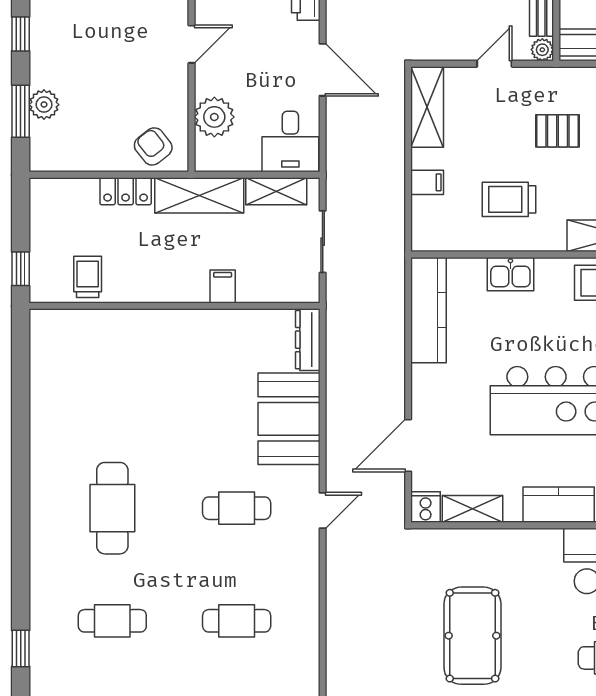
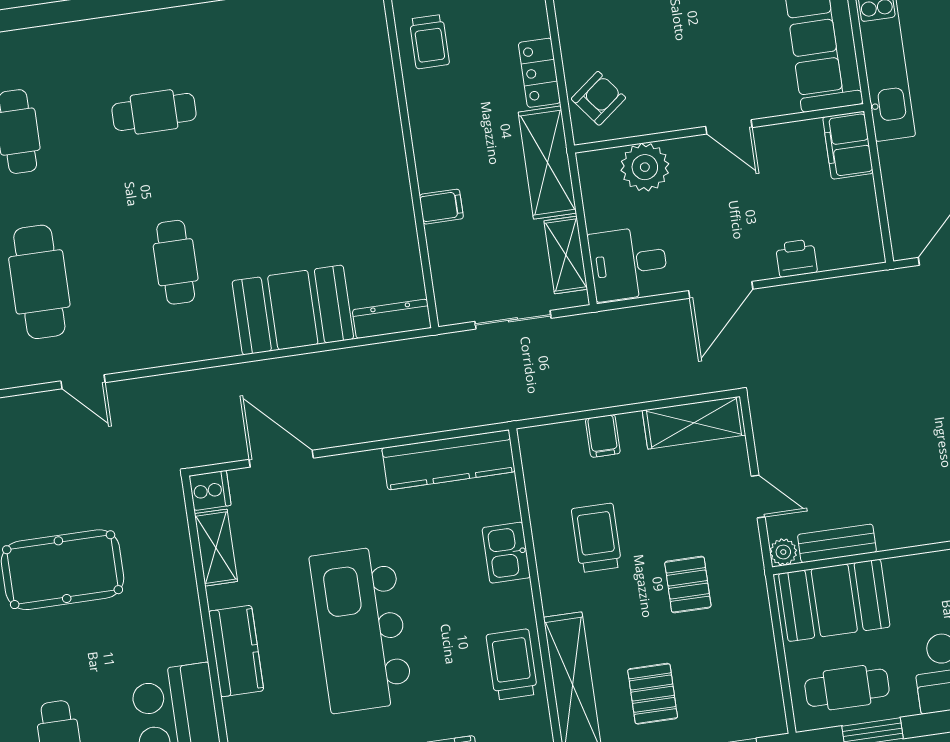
trolley: (88, 277) -> (429, 42), turned 90
cafe table: (112, 508) -> (154, 112), width x0.73, depth x0.74
door: (323, 511) -> (83, 382), moved
cafe table: (237, 621) -> (39, 282), width x1.37, depth x1.35

